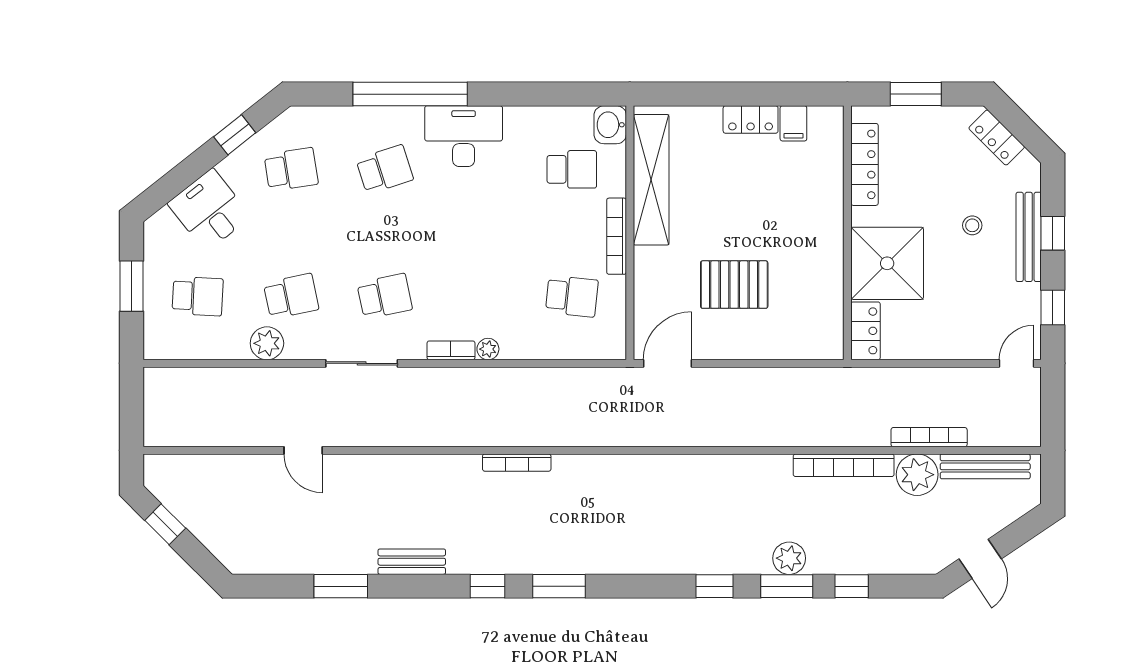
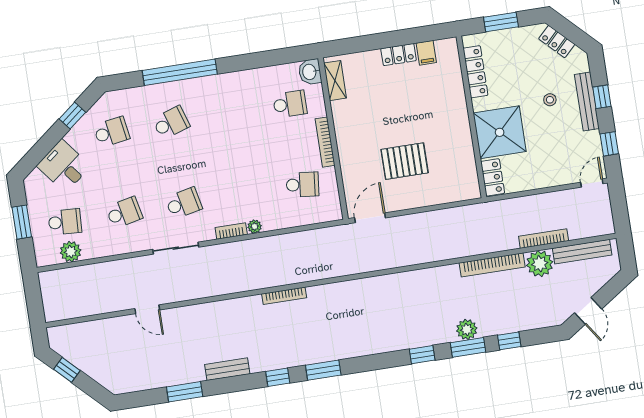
desk: (464, 136) -> (218, 94), removed
shelving: (651, 180) -> (335, 81), width x0.45, depth x0.75
plant: (267, 343) -> (71, 252), moved

